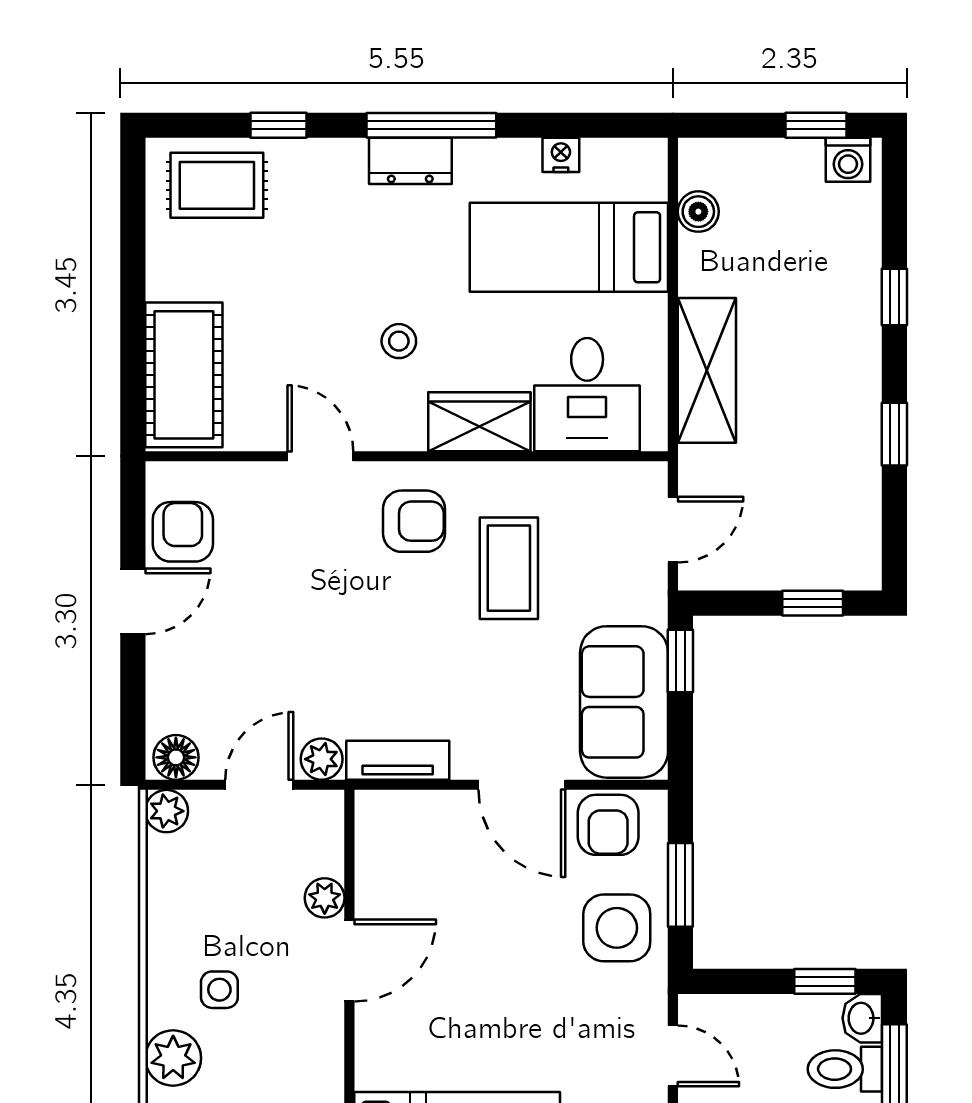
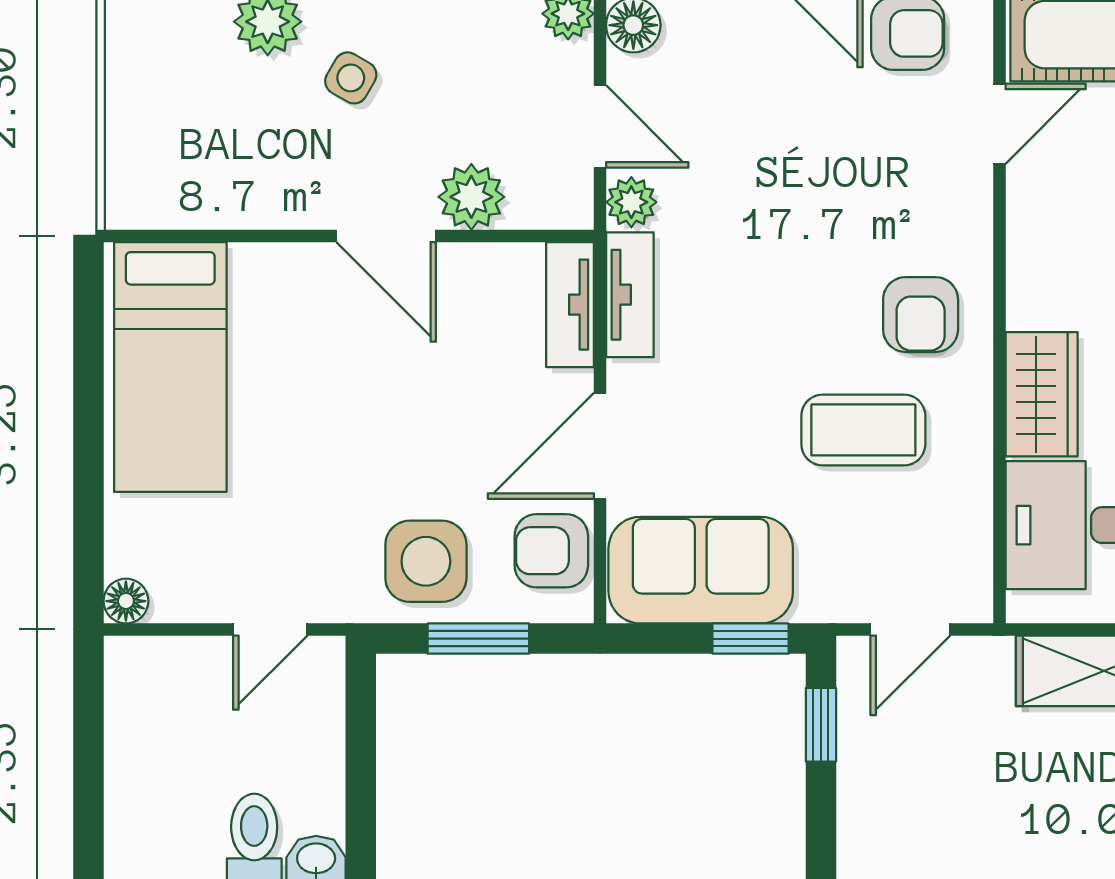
door: (320, 456) -> (1000, 124), moved
door: (673, 530) -> (910, 629), hinge flipped
window: (813, 603) -> (821, 725), moved
tv unit: (406, 809) -> (570, 305), added
plant: (325, 898) -> (471, 197), width x1.38, depth x1.38
window: (825, 981) -> (361, 814), removed
side table: (219, 990) -> (351, 78), turned 30

